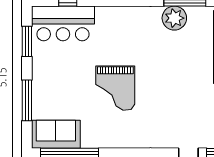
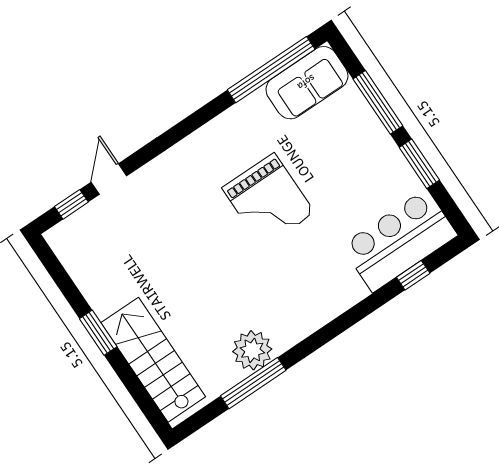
window: (27, 41) -> (419, 164), moved
grand piano: (115, 88) -> (268, 200), turned 180

